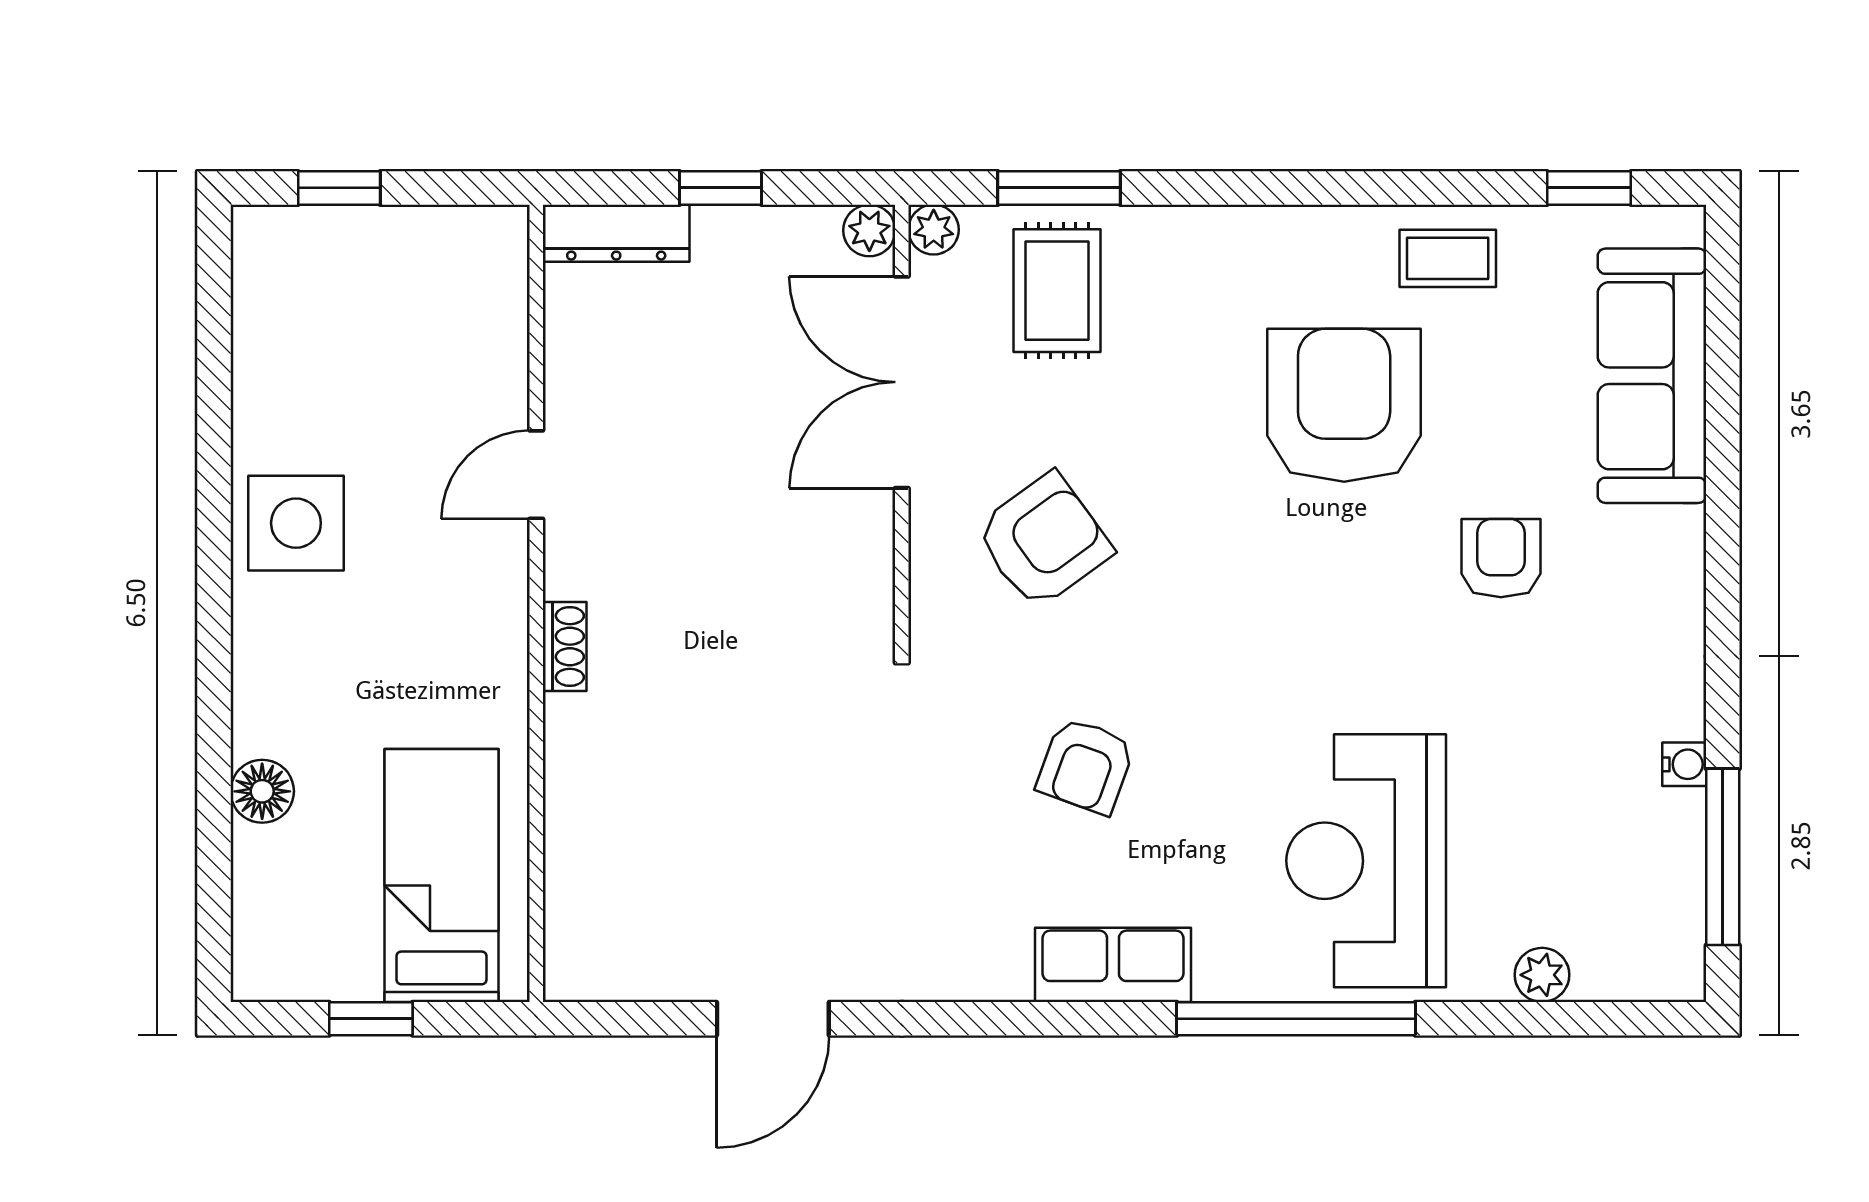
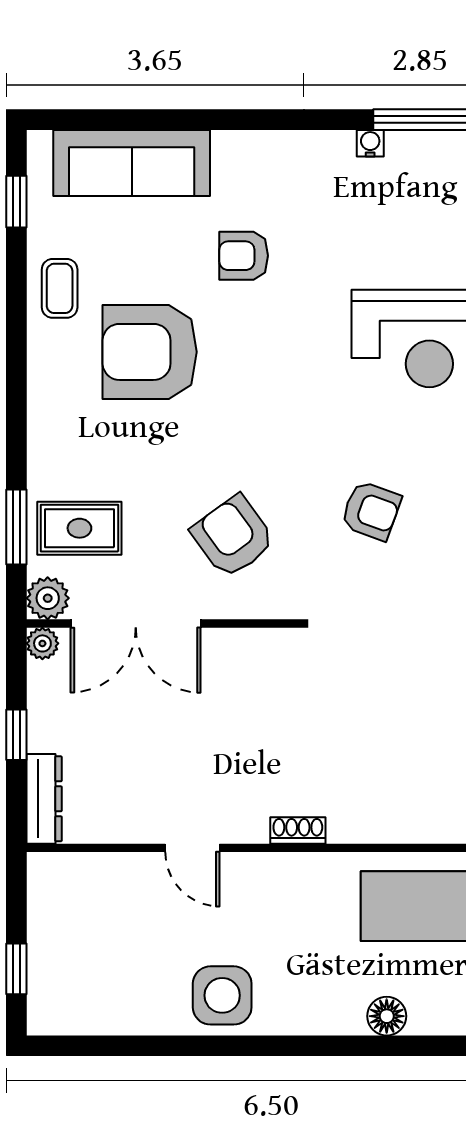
plant: (934, 230) -> (48, 598), width x1.38, depth x1.38

